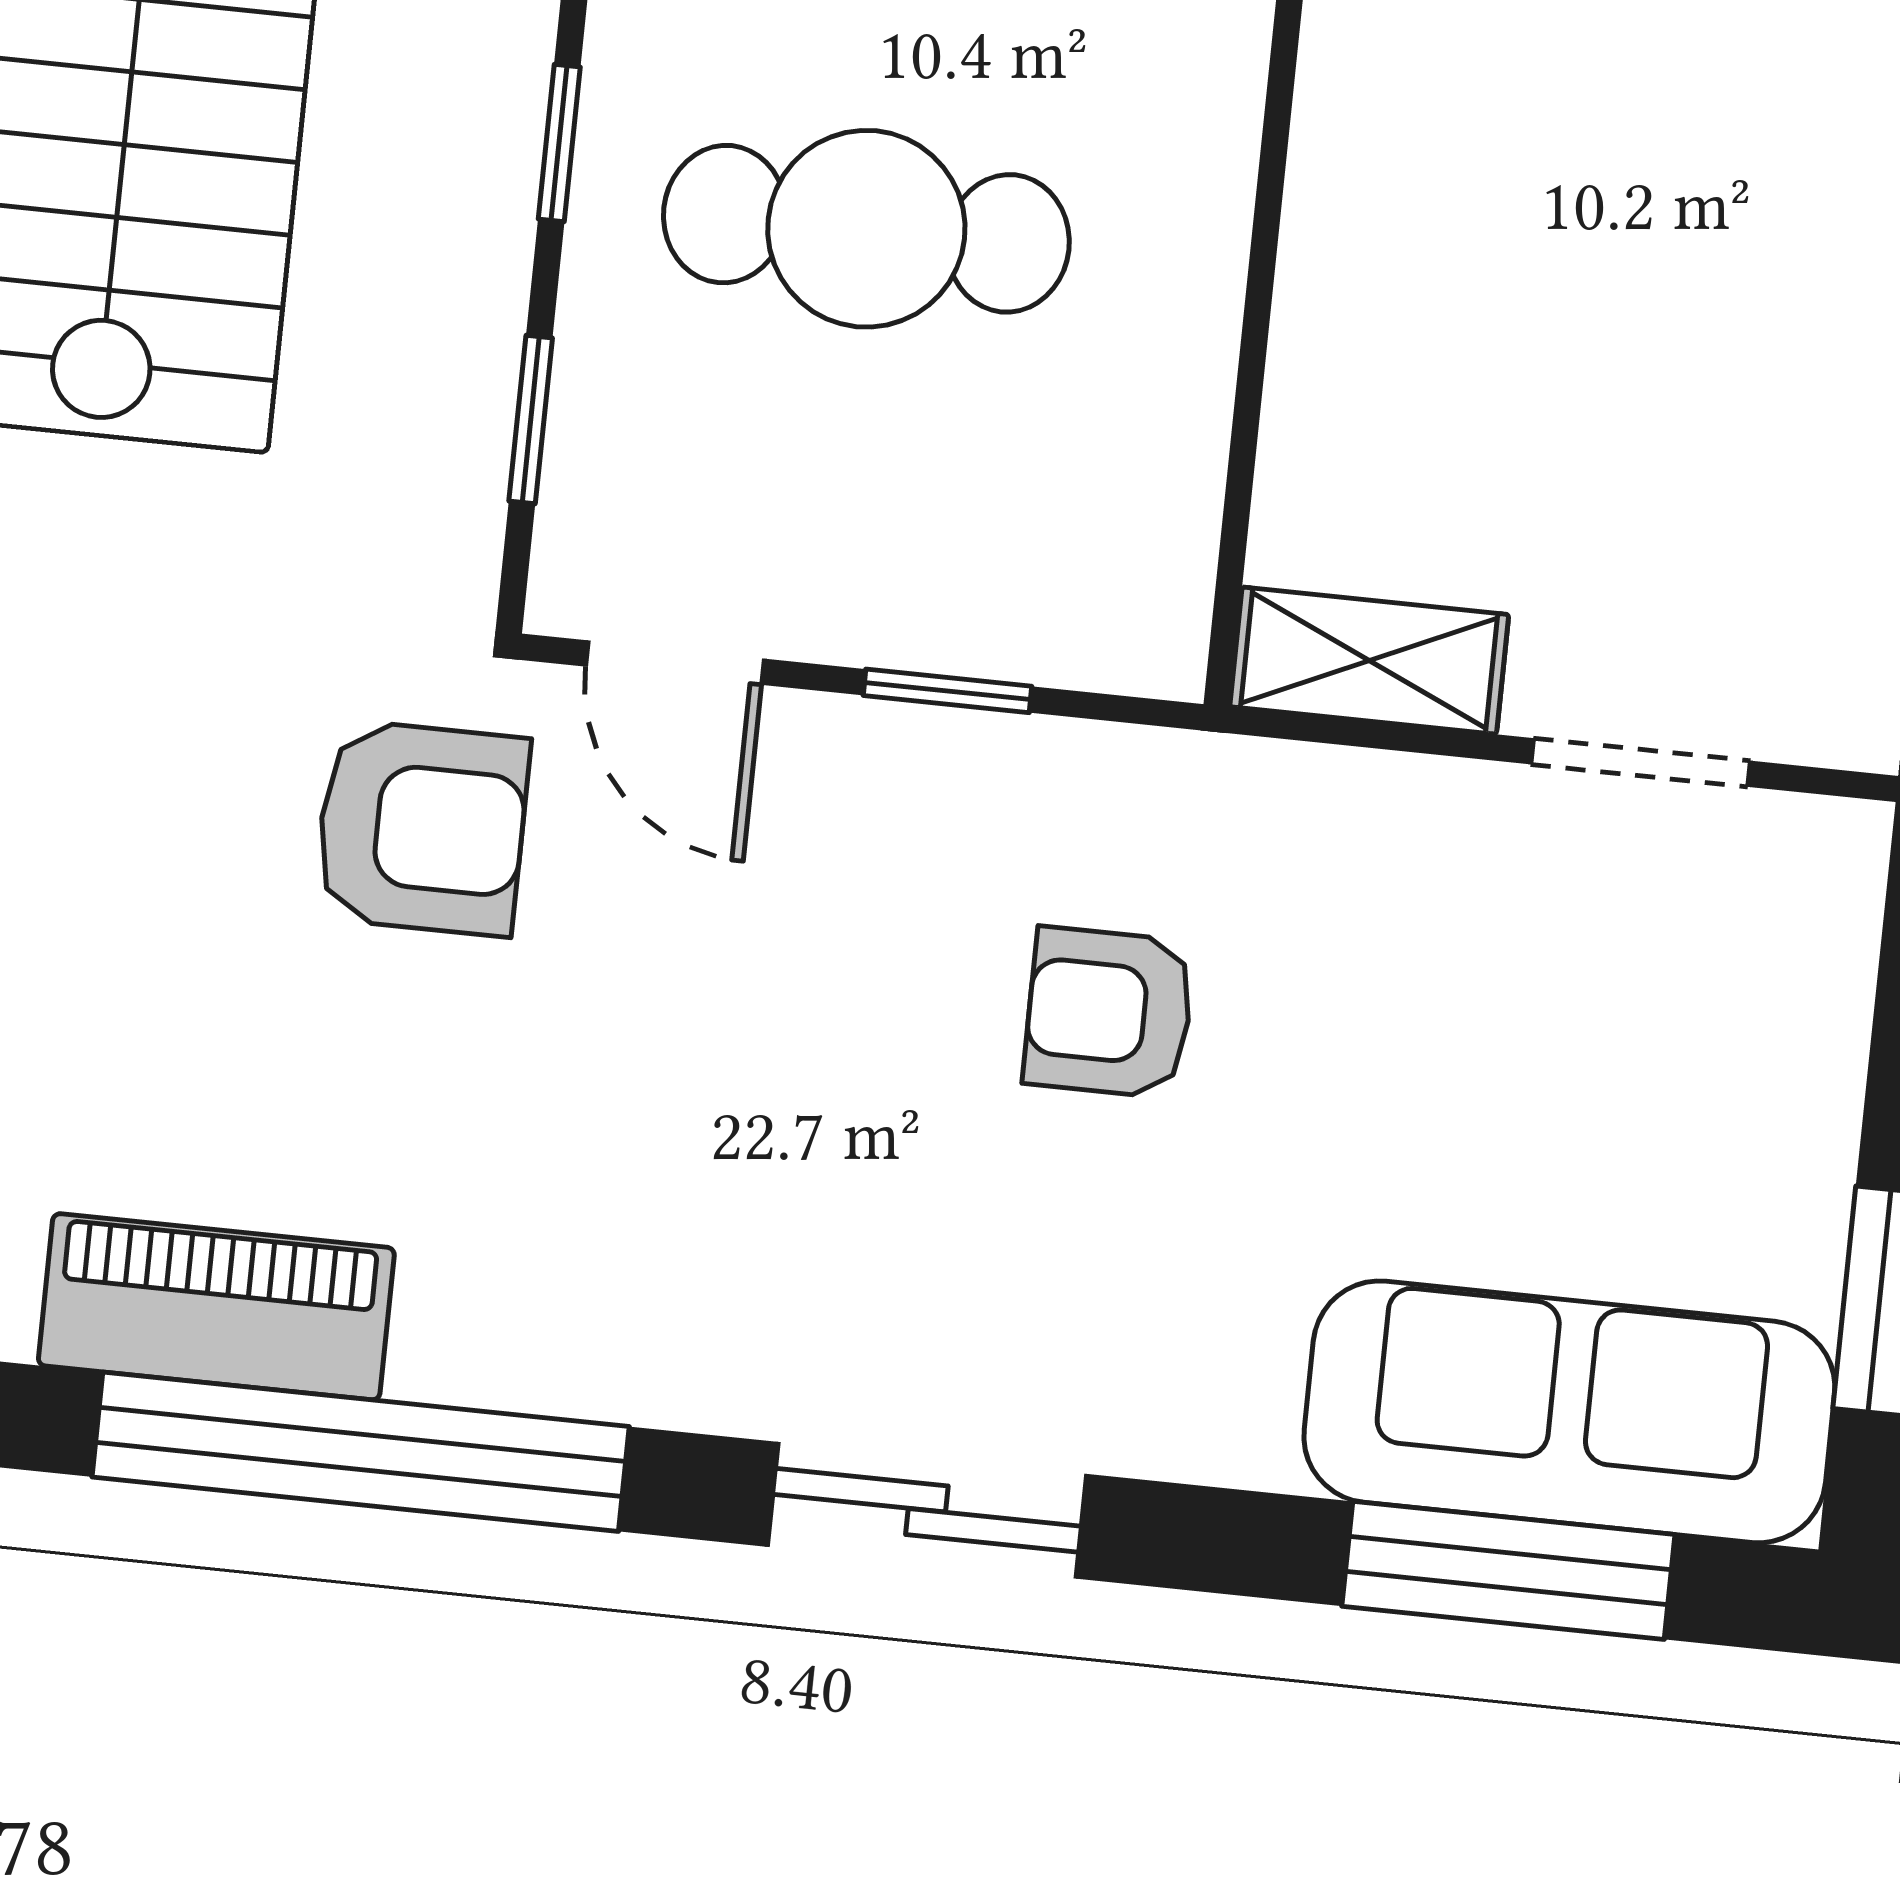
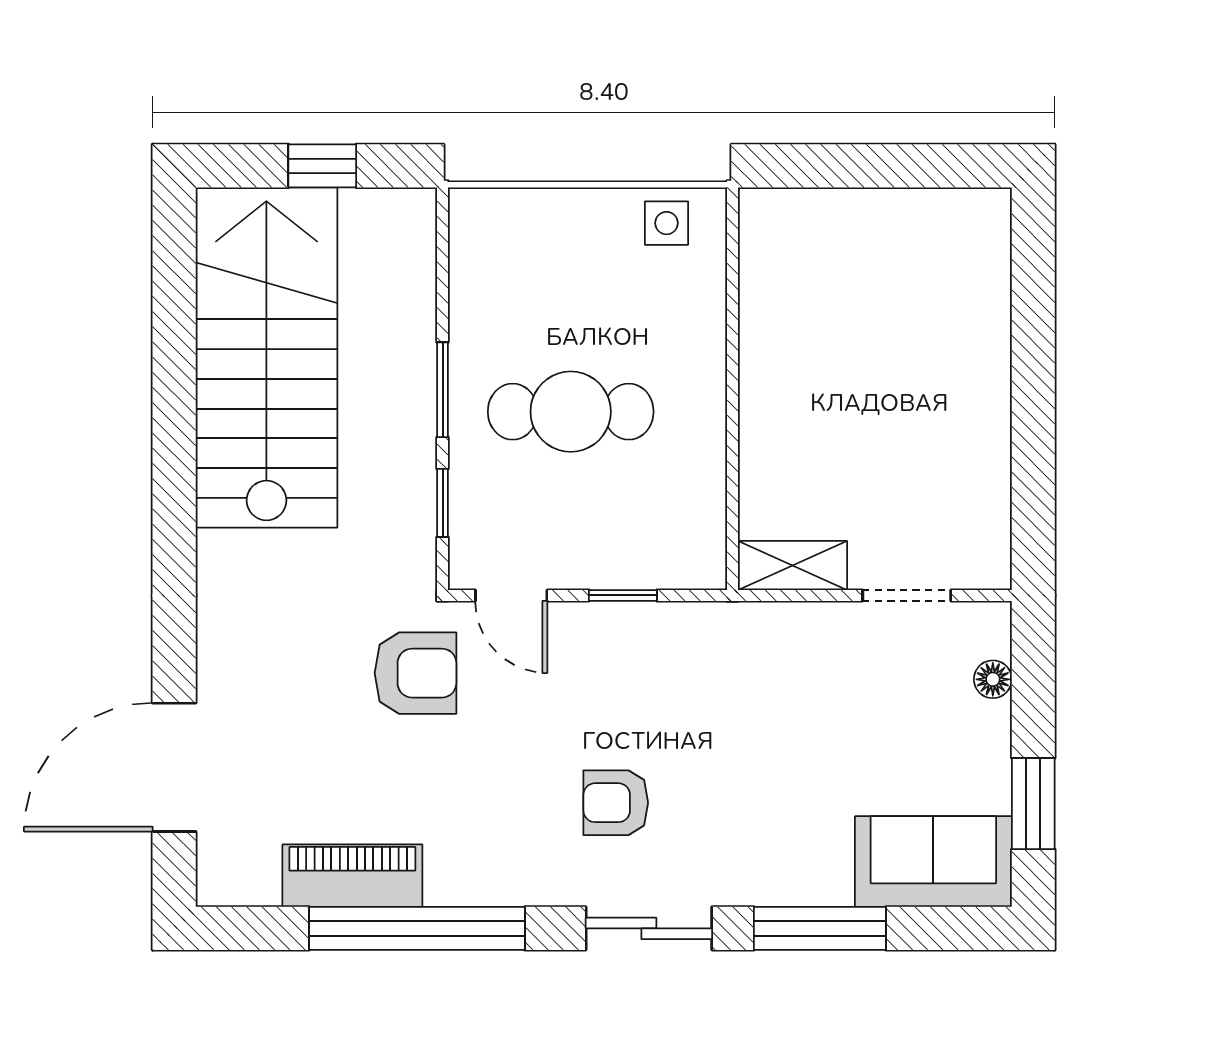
window: (559, 143) -> (443, 390), width x1.50
floor lamp: (1830, 989) -> (993, 679), added
armchair: (1109, 1013) -> (616, 803), moved
sofa: (1569, 1412) -> (933, 862), width x0.73
window: (1508, 1570) -> (820, 928), moved

